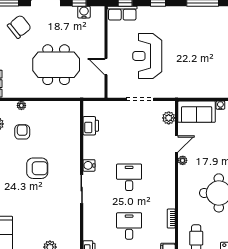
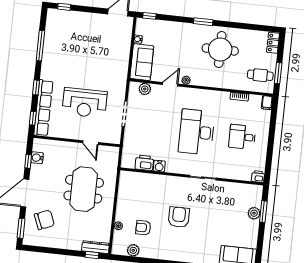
row of seats: (122, 13) -> (43, 108), width x2.02
chair: (19, 27) -> (44, 220), turned 107
door: (106, 67) -> (90, 143), hinge flipped
door: (177, 144) -> (170, 84), hinge flipped
water cooler: (89, 165) -> (159, 166), moved
desk: (129, 177) -> (197, 132), width x1.87, depth x1.30

